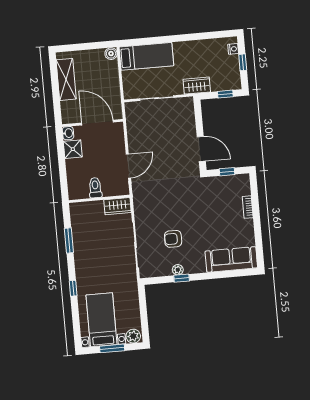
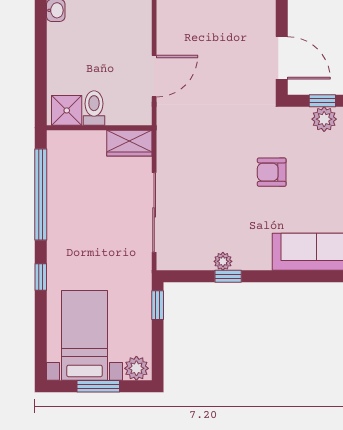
shower: (73, 149) -> (67, 110), moved
plant: (229, 182) -> (324, 119), added
armchair: (173, 239) -> (272, 172), moved
window: (69, 241) -> (41, 195), width x2.11
window: (142, 298) -> (158, 305), added

